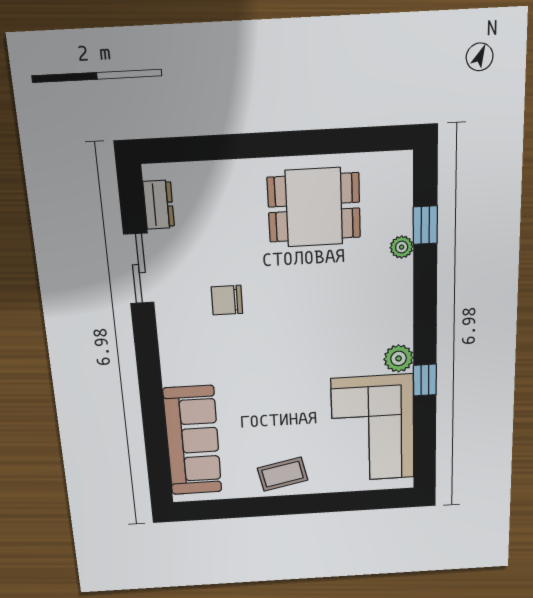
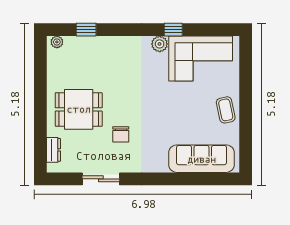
dresser: (159, 205) -> (53, 150), moved, turned 90
dining table: (314, 207) -> (79, 109), moved, turned 90
plant: (402, 247) -> (57, 42), moved

